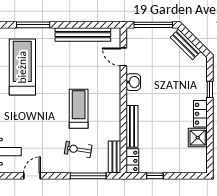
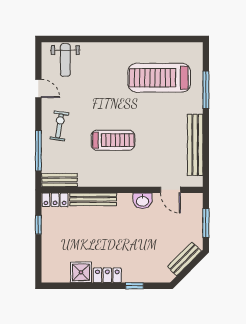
window: (153, 25) -> (206, 223), width x0.69
door: (123, 57) -> (170, 190), swing flipped
treadmill: (22, 67) -> (159, 78), turned 180
exercise bike: (78, 149) -> (59, 126), moved

